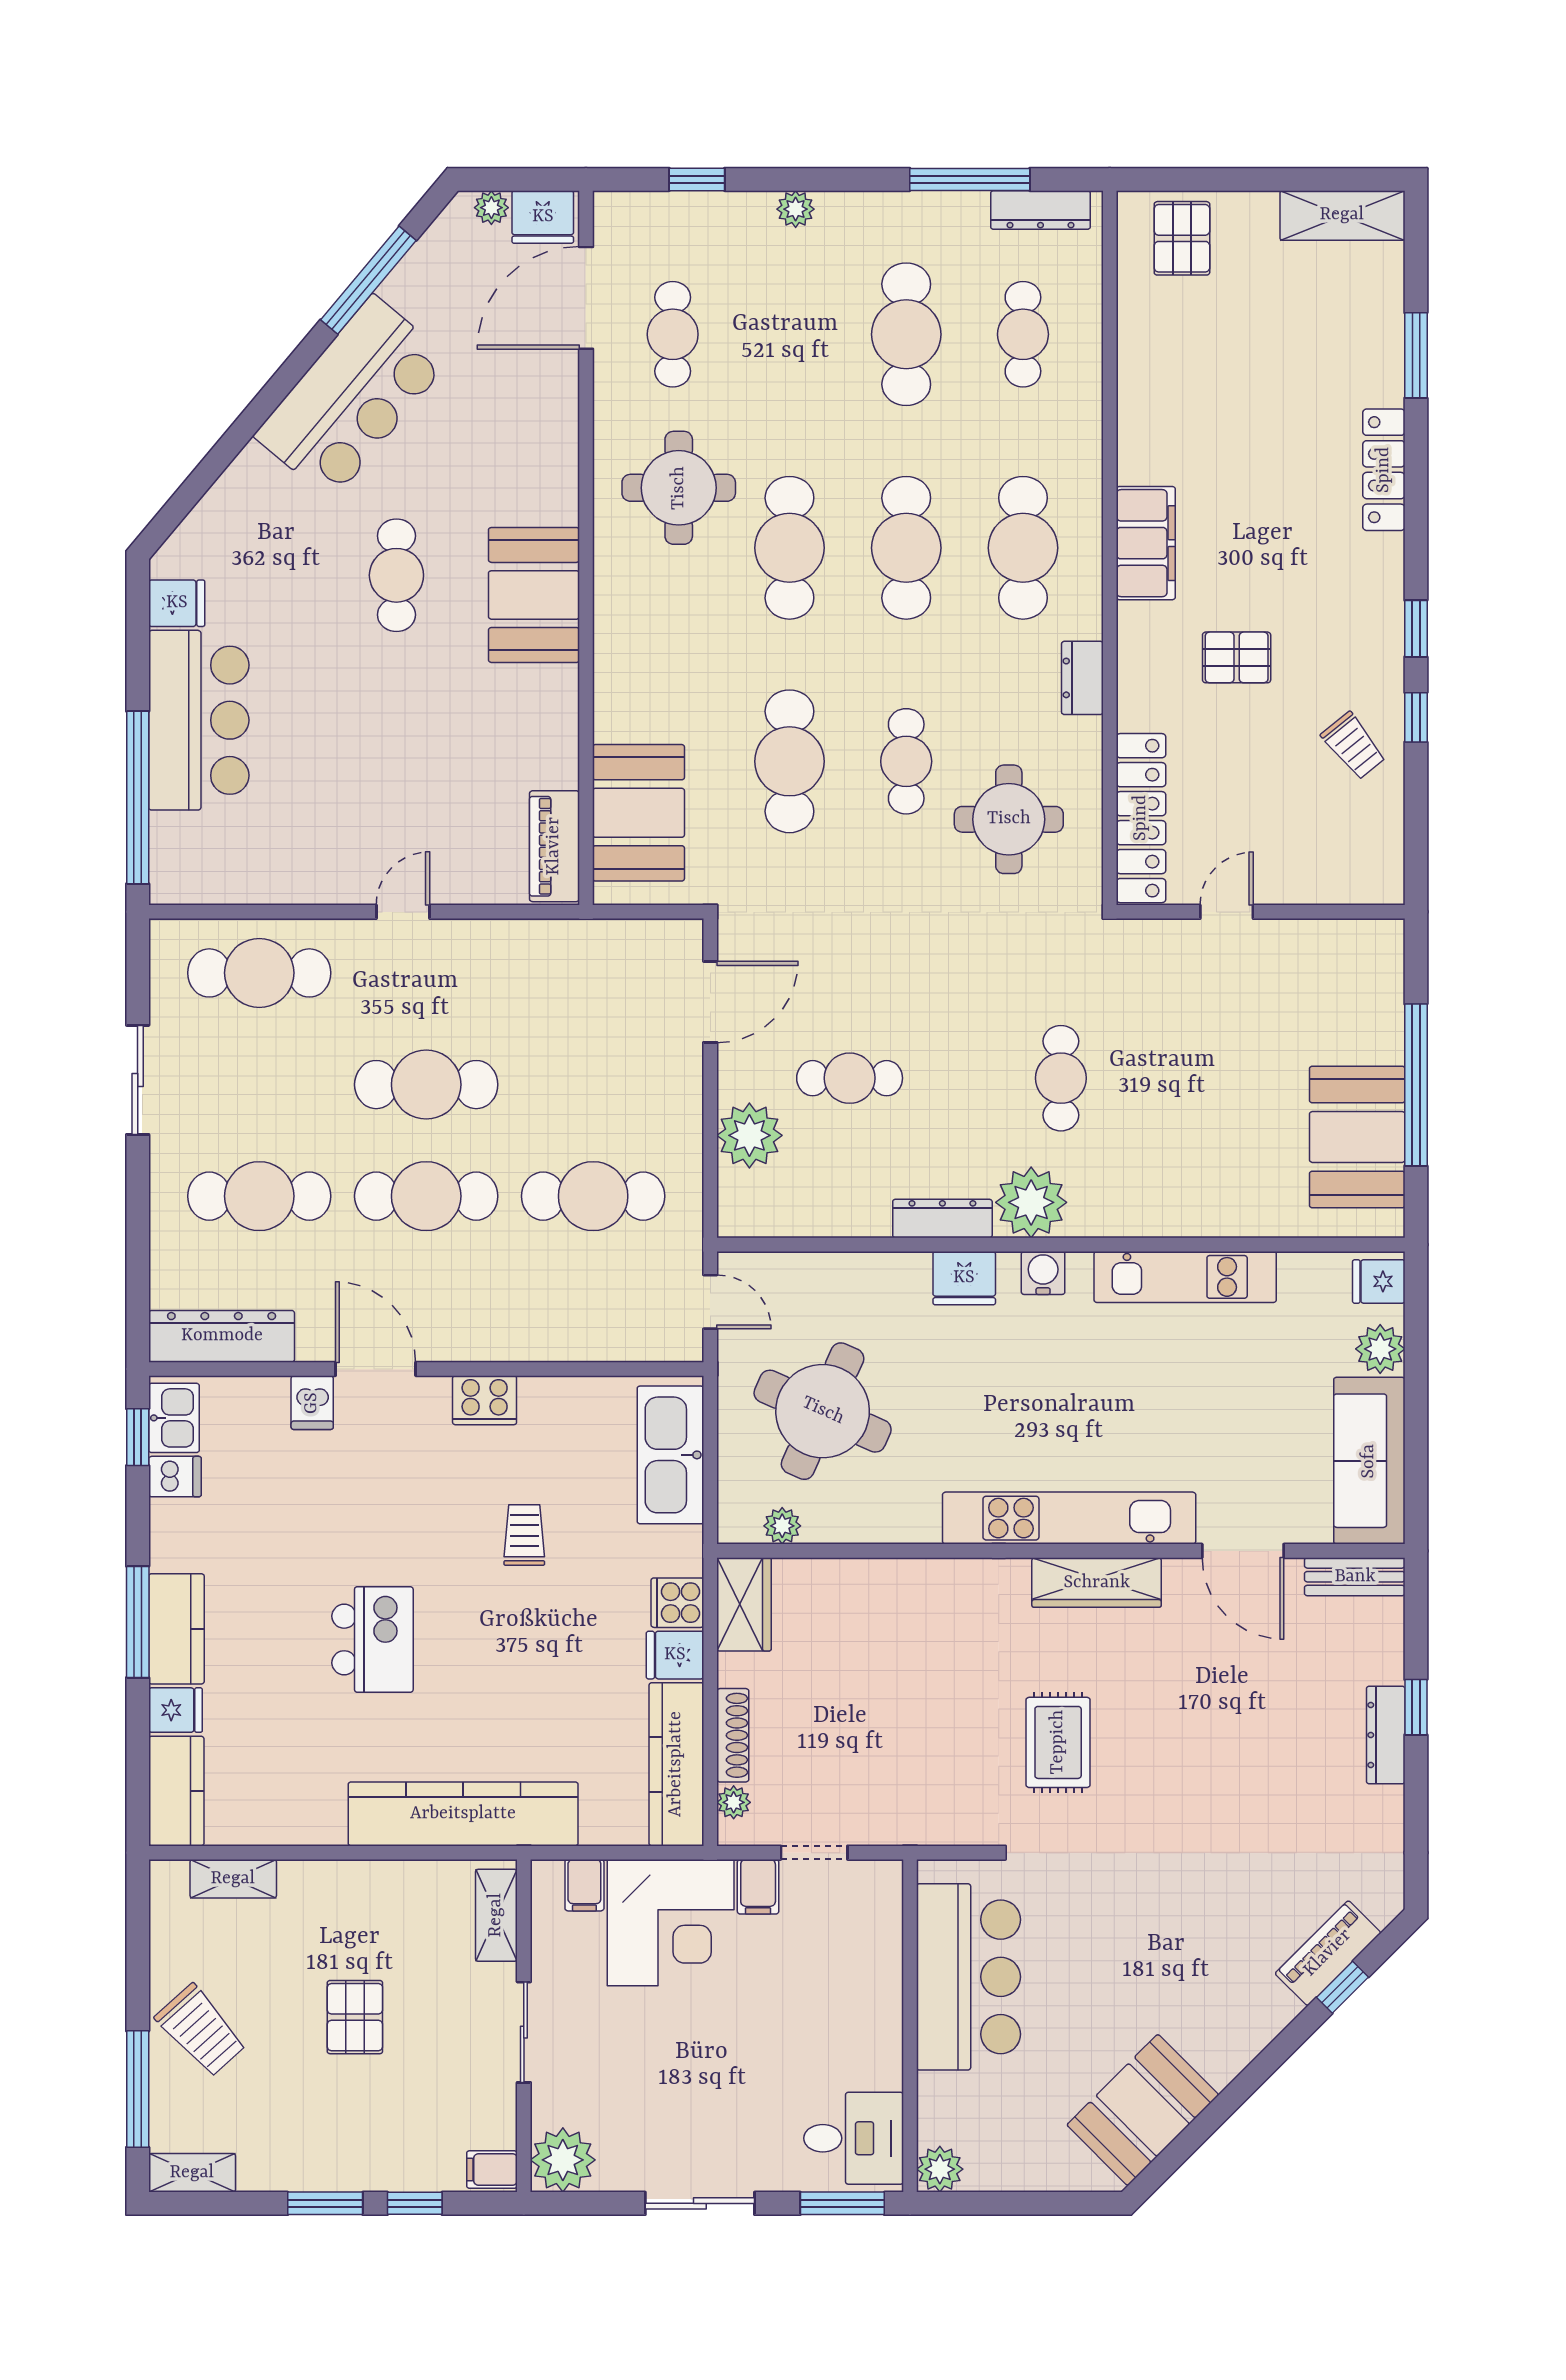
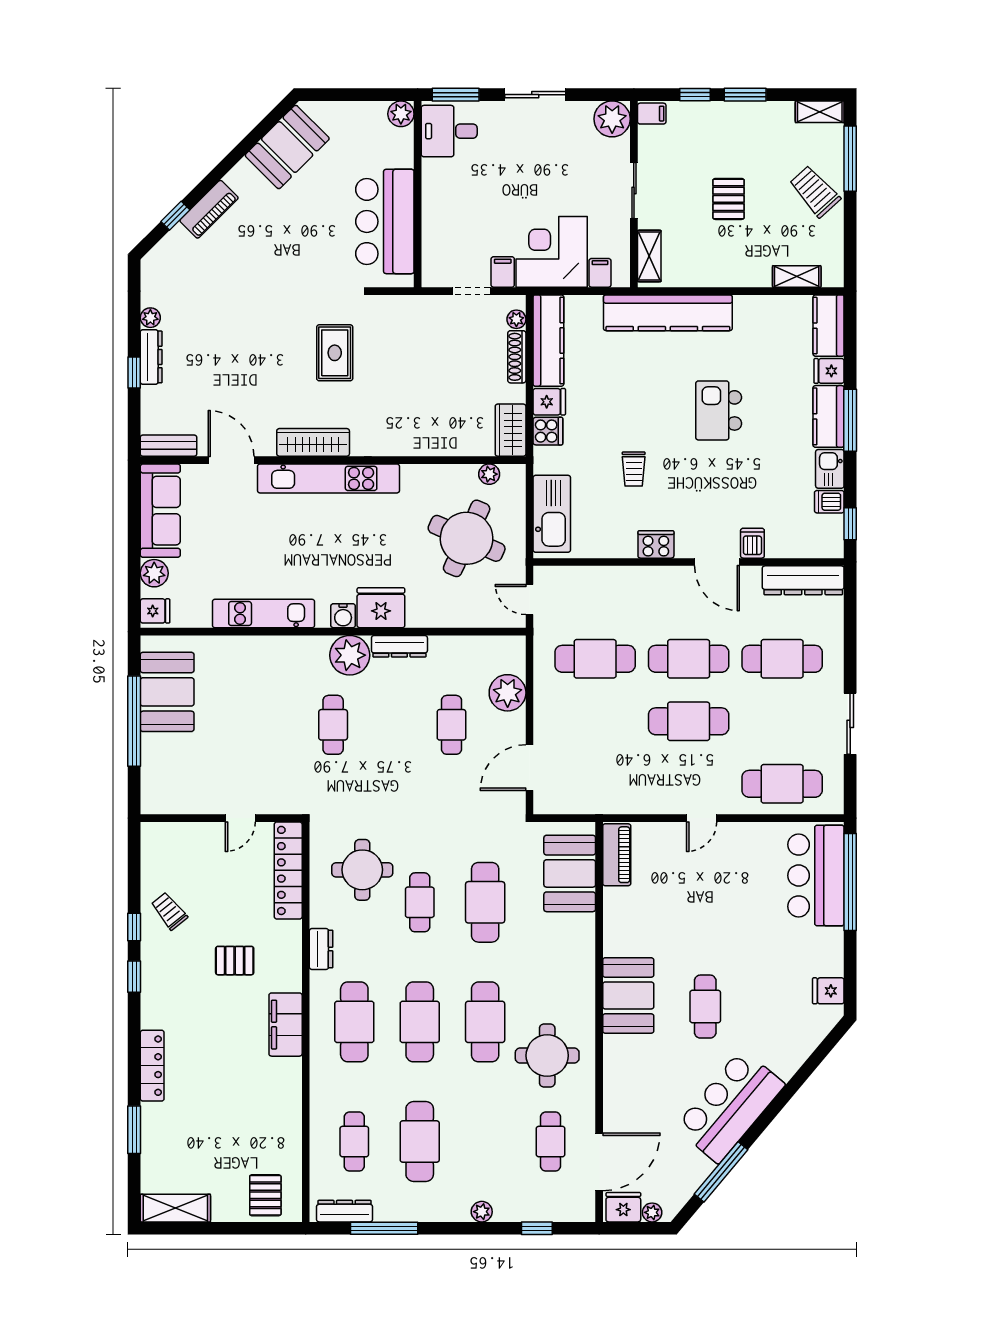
bar counter: (199, 720) -> (816, 876), moved
cafe table: (850, 1078) -> (451, 725), turned 90
fridge: (964, 1278) -> (381, 608), width x1.36, depth x1.34
kitchen sink: (174, 1418) -> (830, 469), moved
plant: (1387, 1805) -> (150, 318), added
piano: (1328, 1953) -> (209, 209), moved

